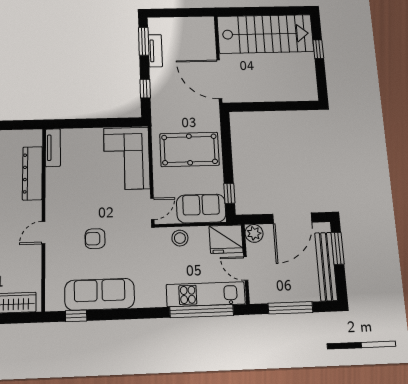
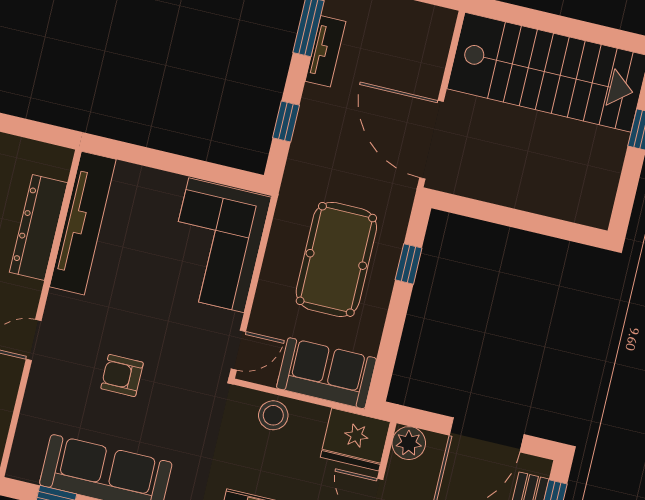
tv unit: (53, 148) -> (83, 223), width x1.92, depth x1.29
pool table: (189, 149) -> (336, 259), turned 90
window: (229, 193) -> (409, 264), moved

